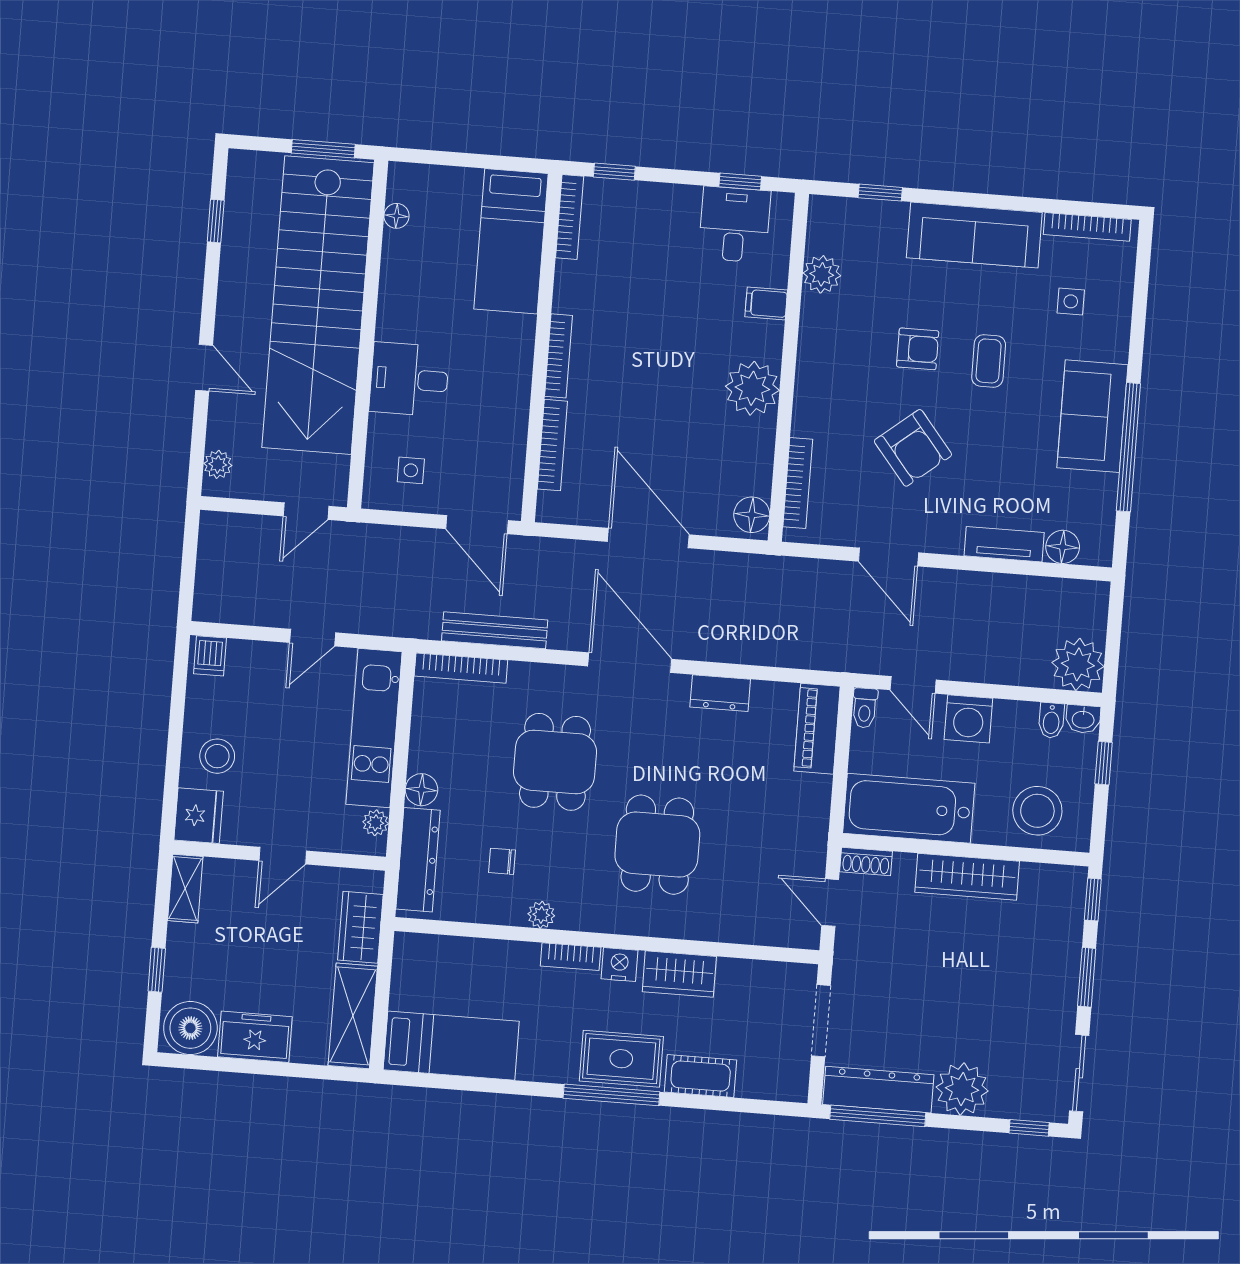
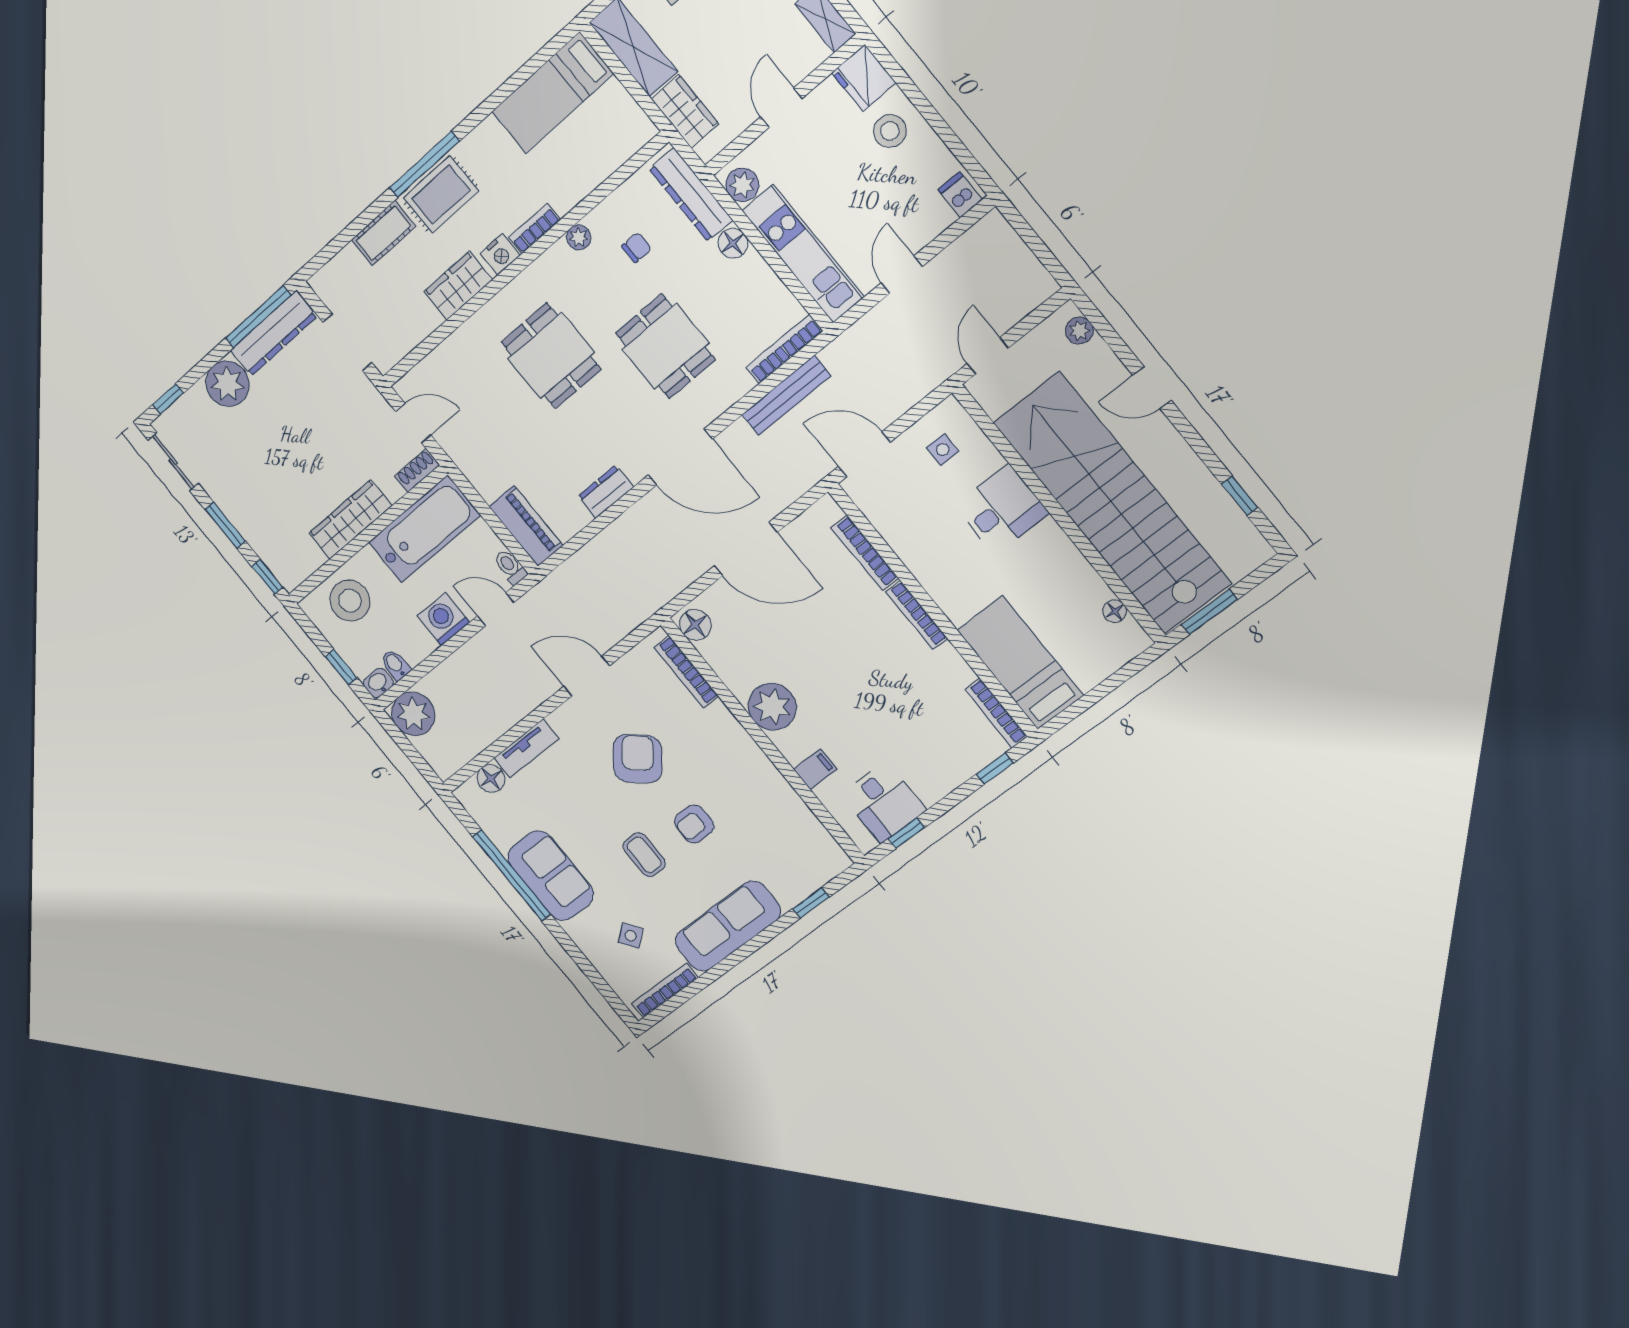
plant: (822, 274) -> (798, 819), removed
side table: (1071, 301) -> (631, 936), turned -38
armchair: (913, 448) -> (638, 759), turned 79
plant: (376, 823) -> (742, 185), width x1.38, depth x1.38

